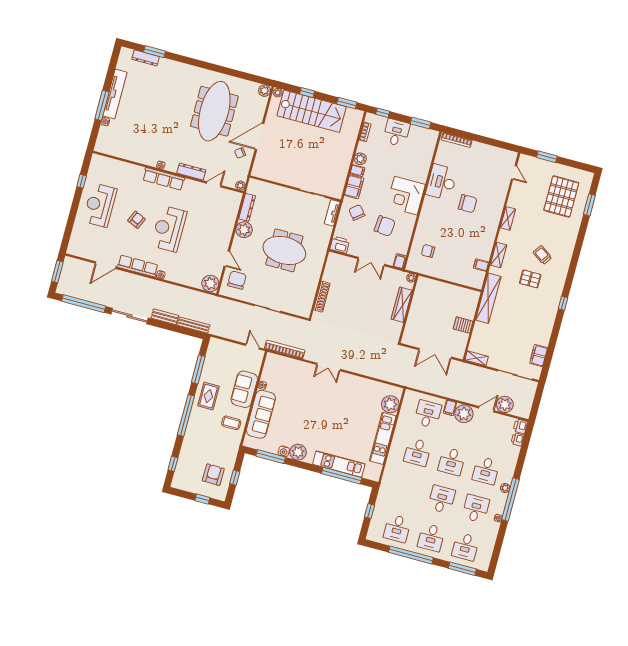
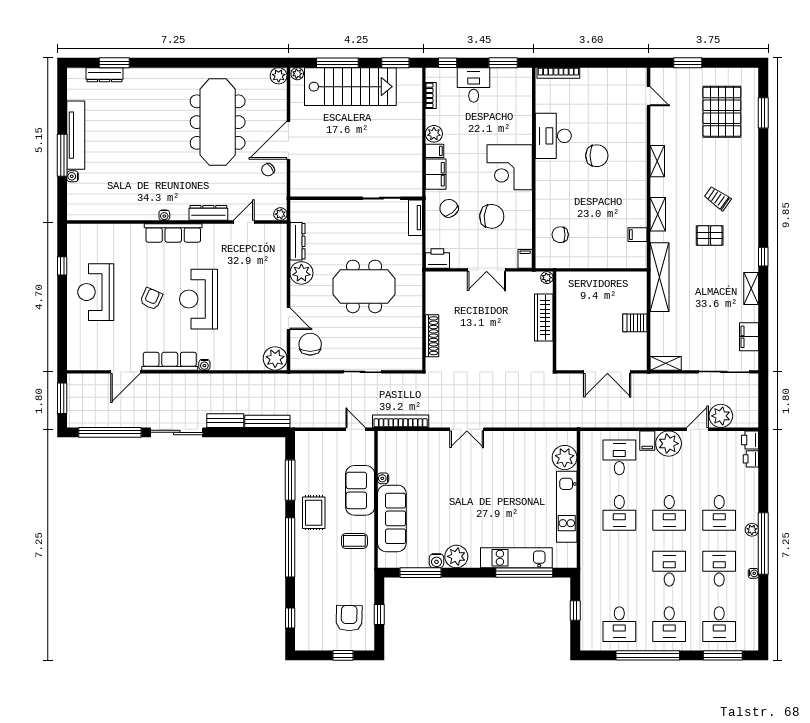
window: (307, 92) -> (337, 63), width x2.17
shelving: (549, 323) -> (751, 288), added

